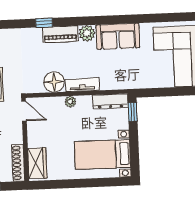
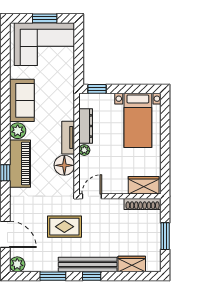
piano: (60, 34) -> (20, 164), width x1.37, depth x1.33
dresser: (110, 101) -> (86, 126), moved

